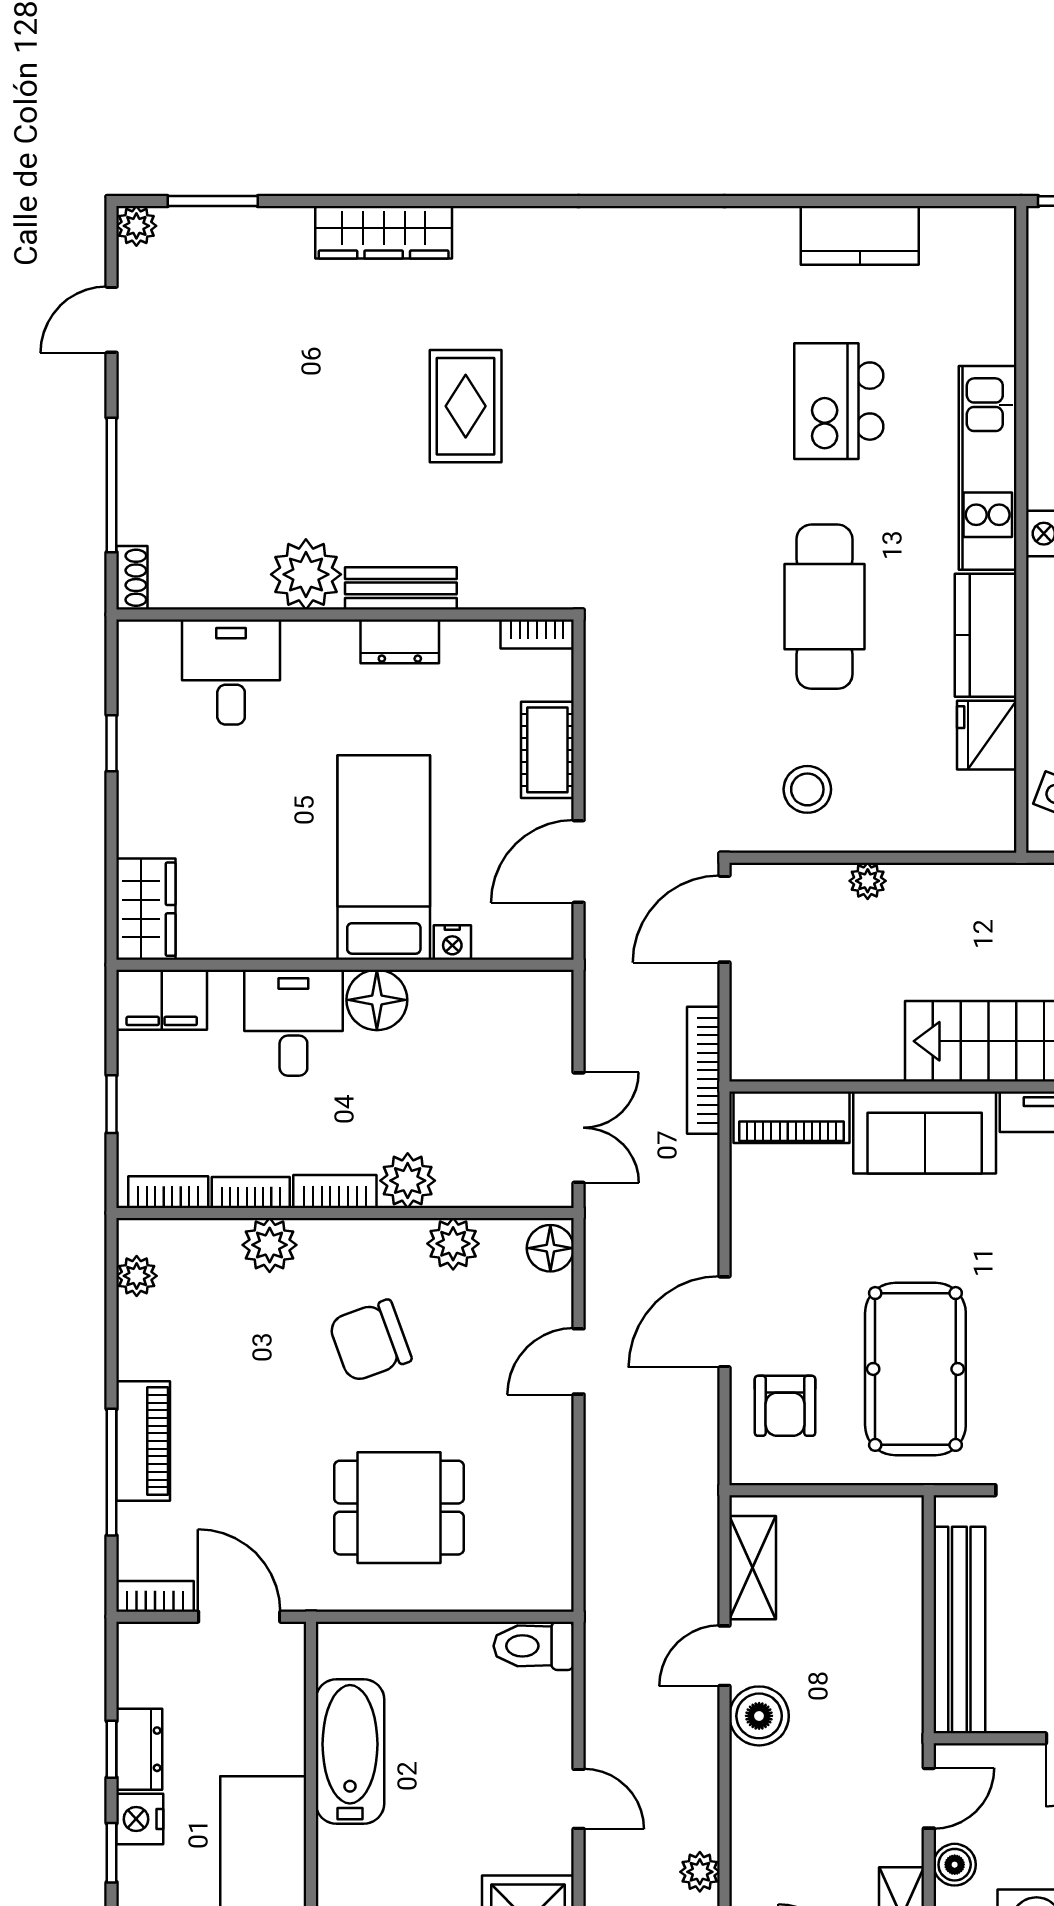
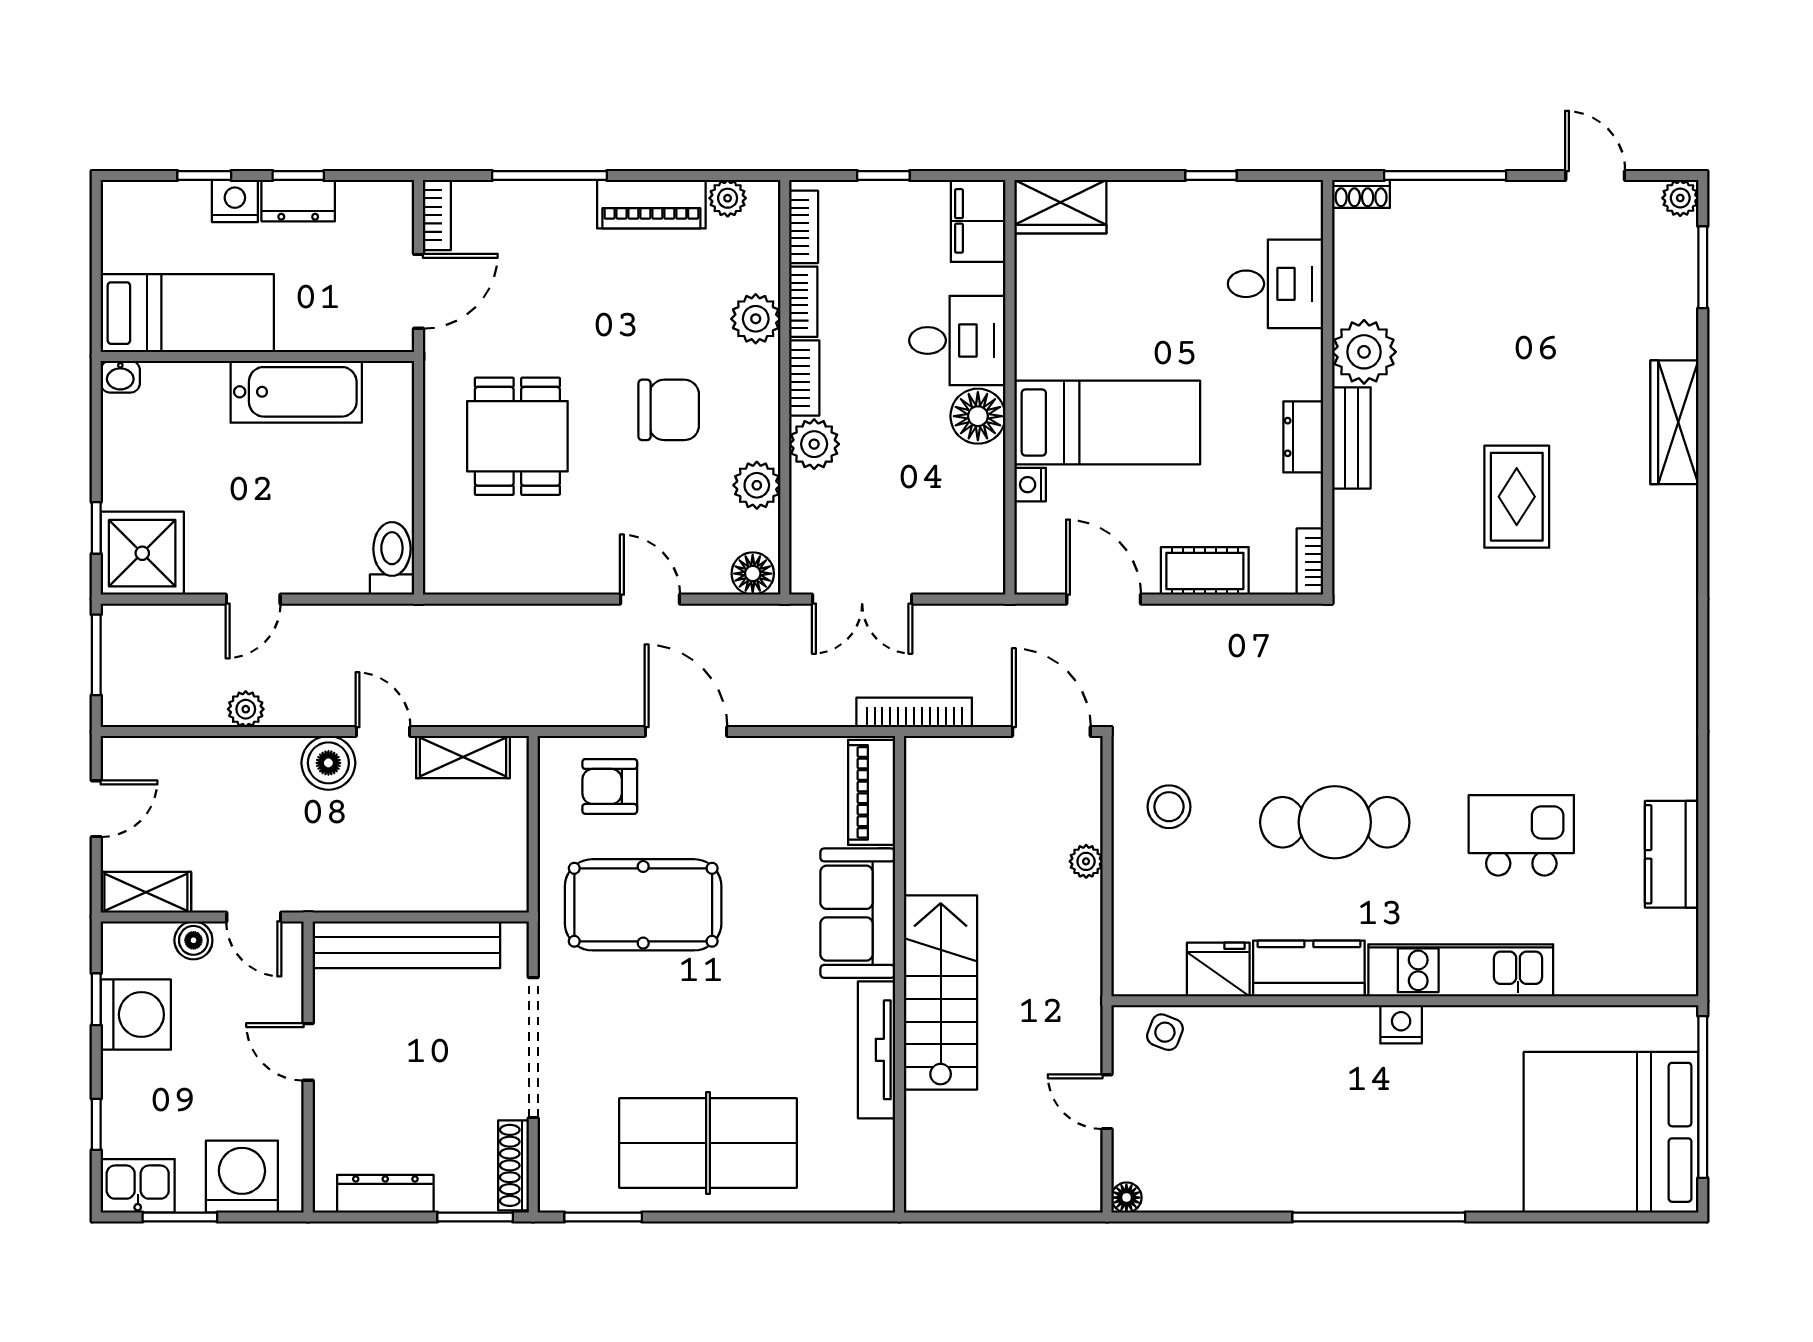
rug: (466, 406) -> (1517, 497), turned 90
chair: (370, 1341) -> (669, 410), turned 110
piano: (143, 1441) -> (651, 204), moved
plant: (700, 1872) -> (246, 709), moved

